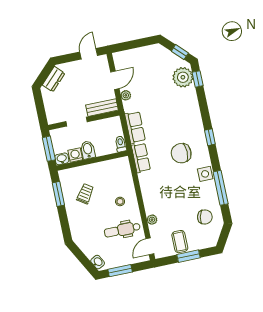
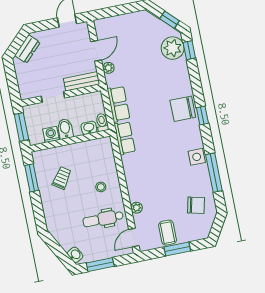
chair: (181, 153) -> (183, 109), moved
washbasin: (62, 159) -> (89, 128), moved

